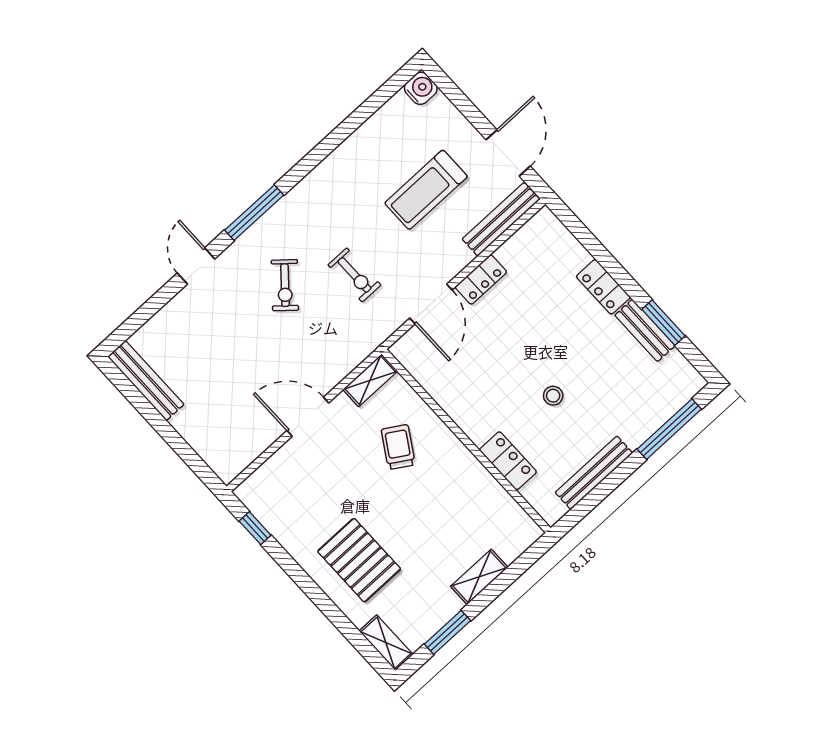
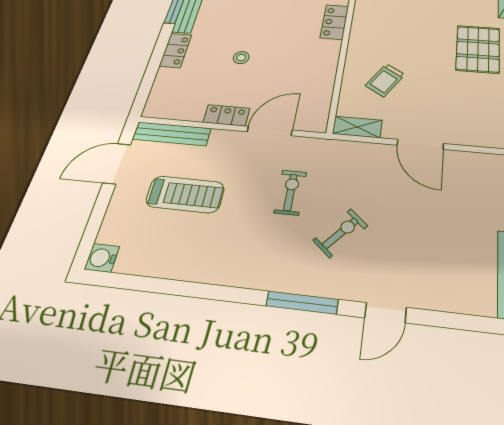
stool: (553, 396) -> (241, 58), moved

